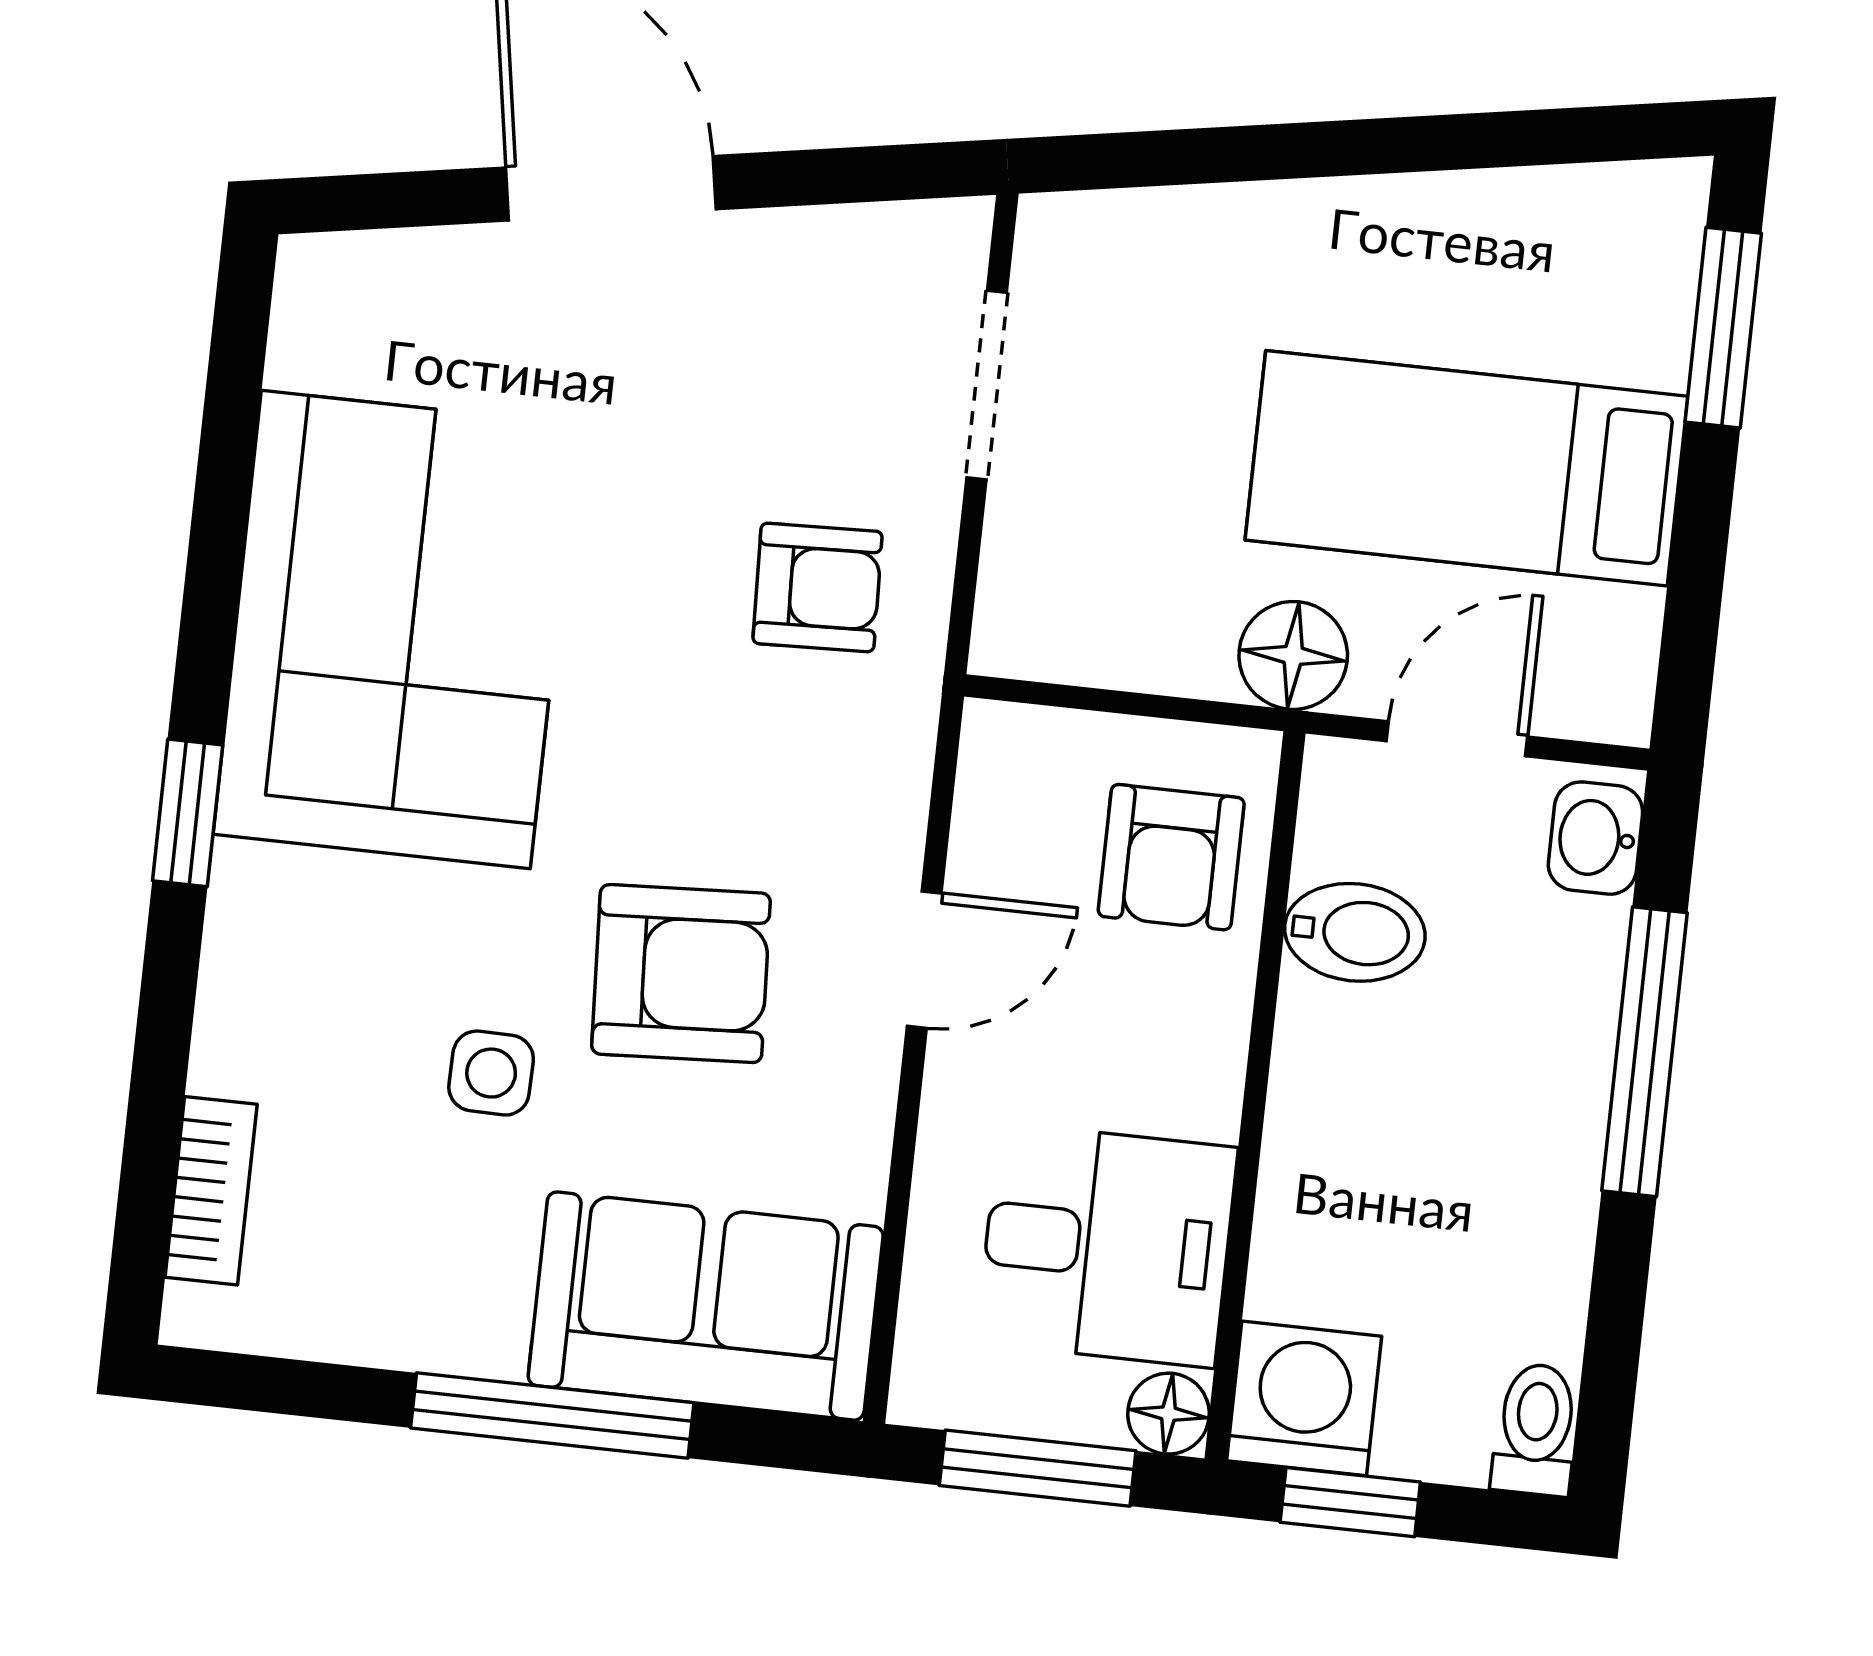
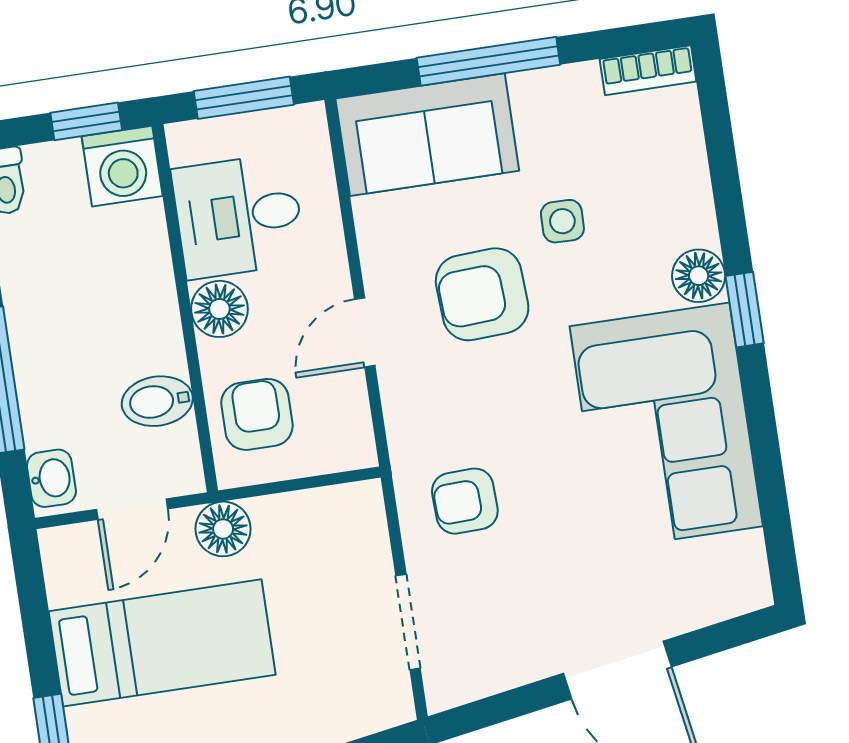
floor lamp: (258, 901) -> (699, 276), added
bookcase: (211, 1191) -> (648, 70), moved, turned -90
floor lamp: (1168, 1414) -> (219, 309), moved, width x1.37, depth x1.37

